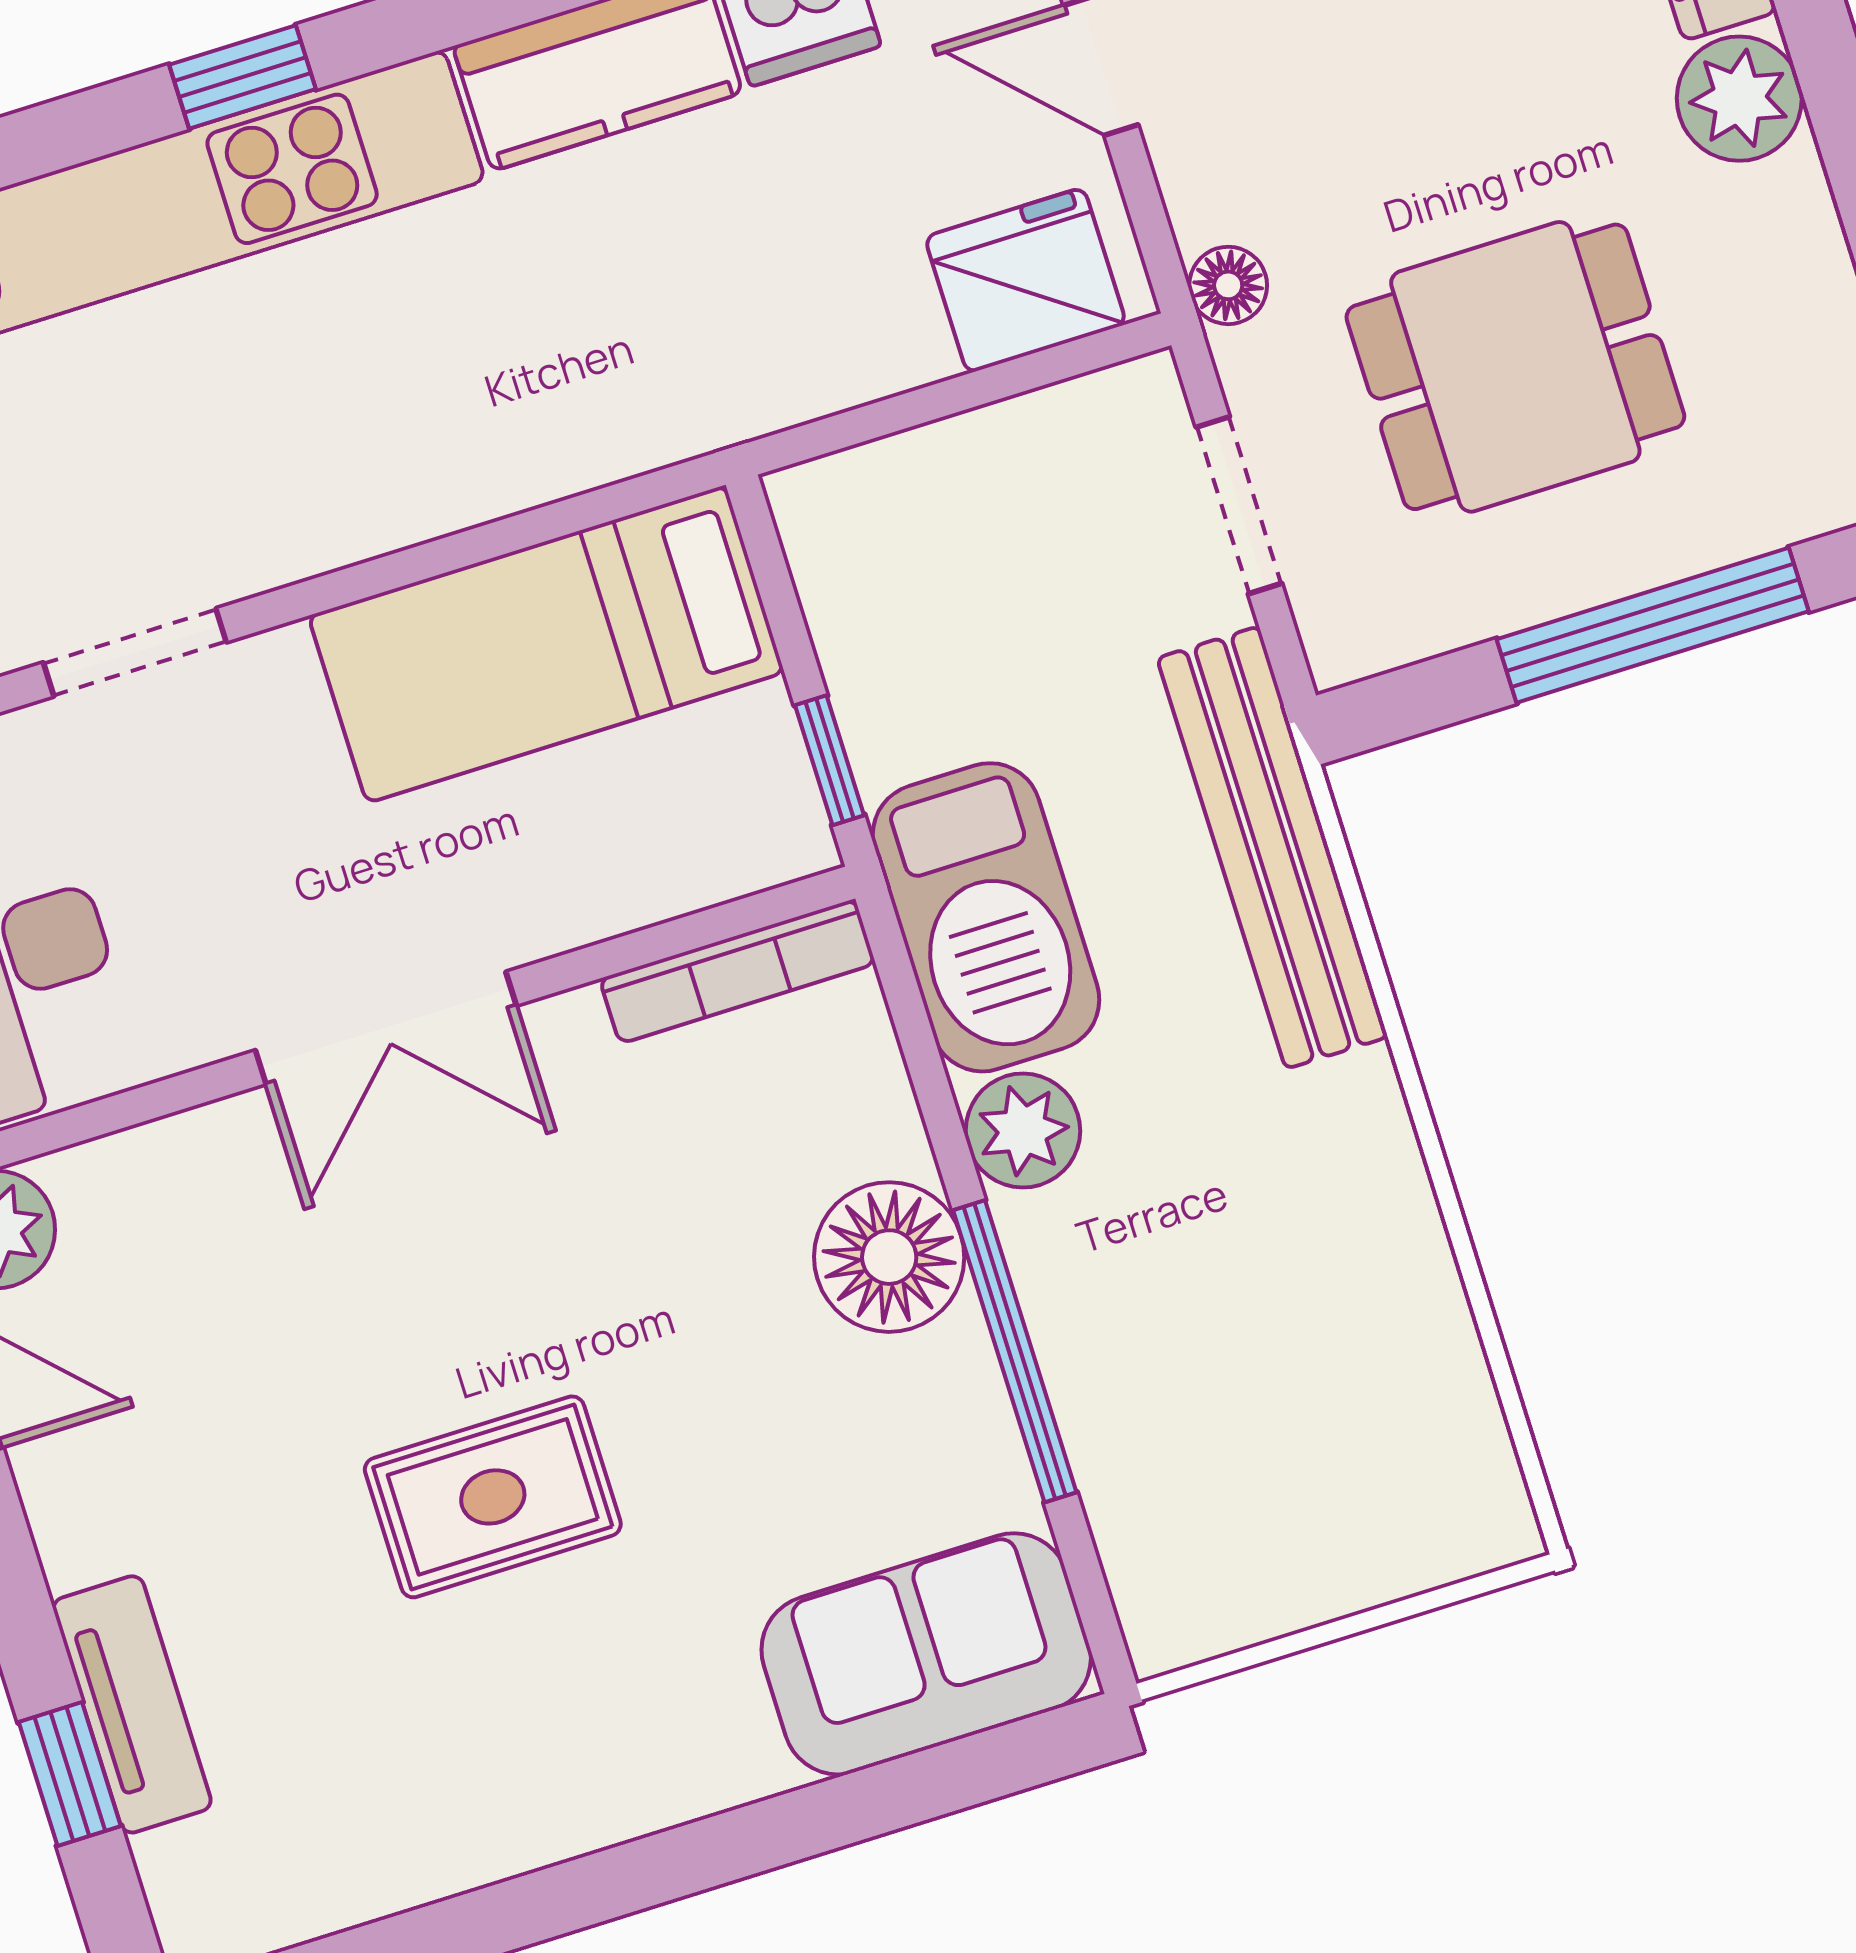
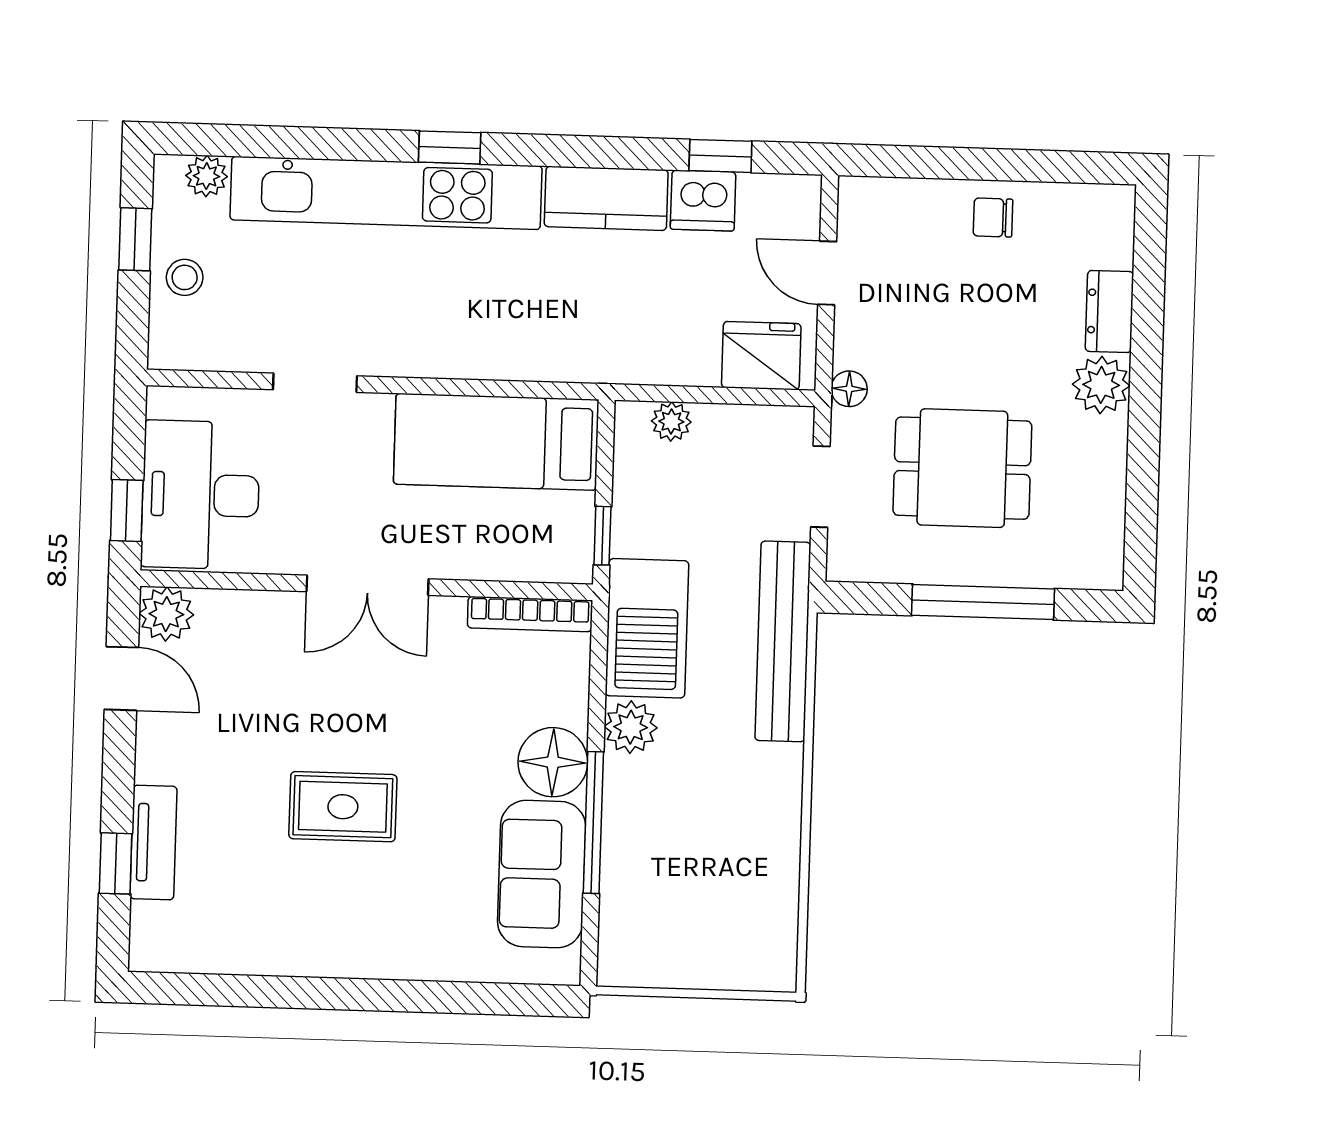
plant: (889, 478) -> (671, 422), added
sofa: (926, 1654) -> (542, 874), moved, turned -90

